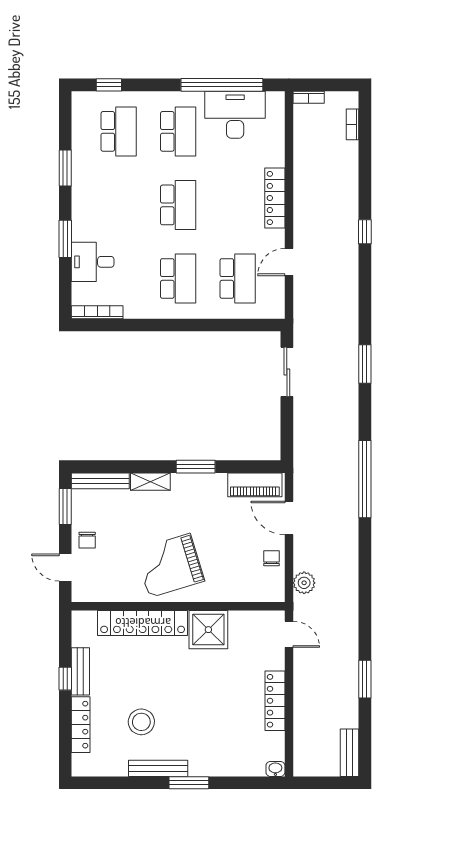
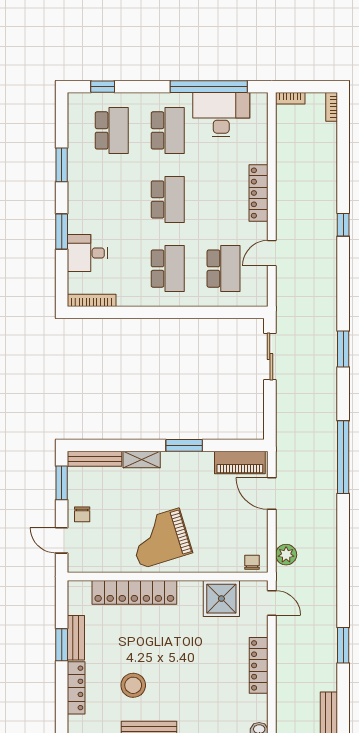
bookcase: (353, 124) -> (332, 107), moved
chair: (272, 558) -> (252, 562), moved
shower: (208, 630) -> (221, 599), moved
window: (65, 679) -> (62, 645), width x1.50

